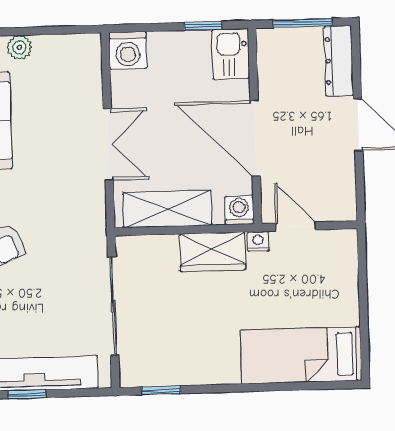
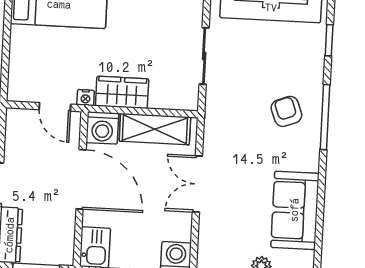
washing machine: (239, 210) -> (102, 128), width x1.38, depth x1.38
sliding door: (113, 306) -> (204, 56), width x0.73

